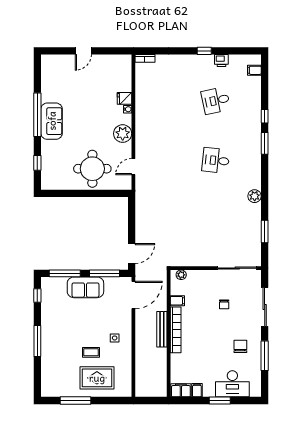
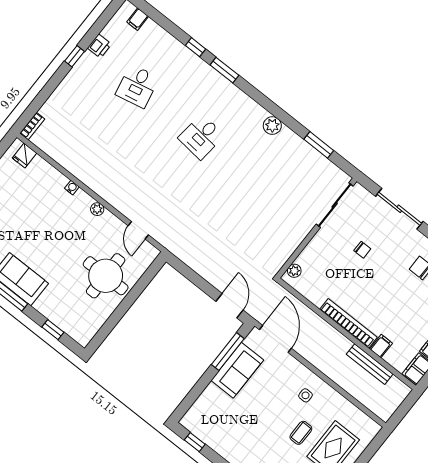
fridge: (125, 98) -> (24, 156), moved
plant: (123, 134) -> (97, 209), width x0.53, depth x0.53
window: (65, 273) -> (194, 394), removed
sofa: (85, 287) -> (237, 370), moved
filing cabinet: (177, 301) -> (381, 346), moved
bench: (162, 329) -> (370, 364), moved

